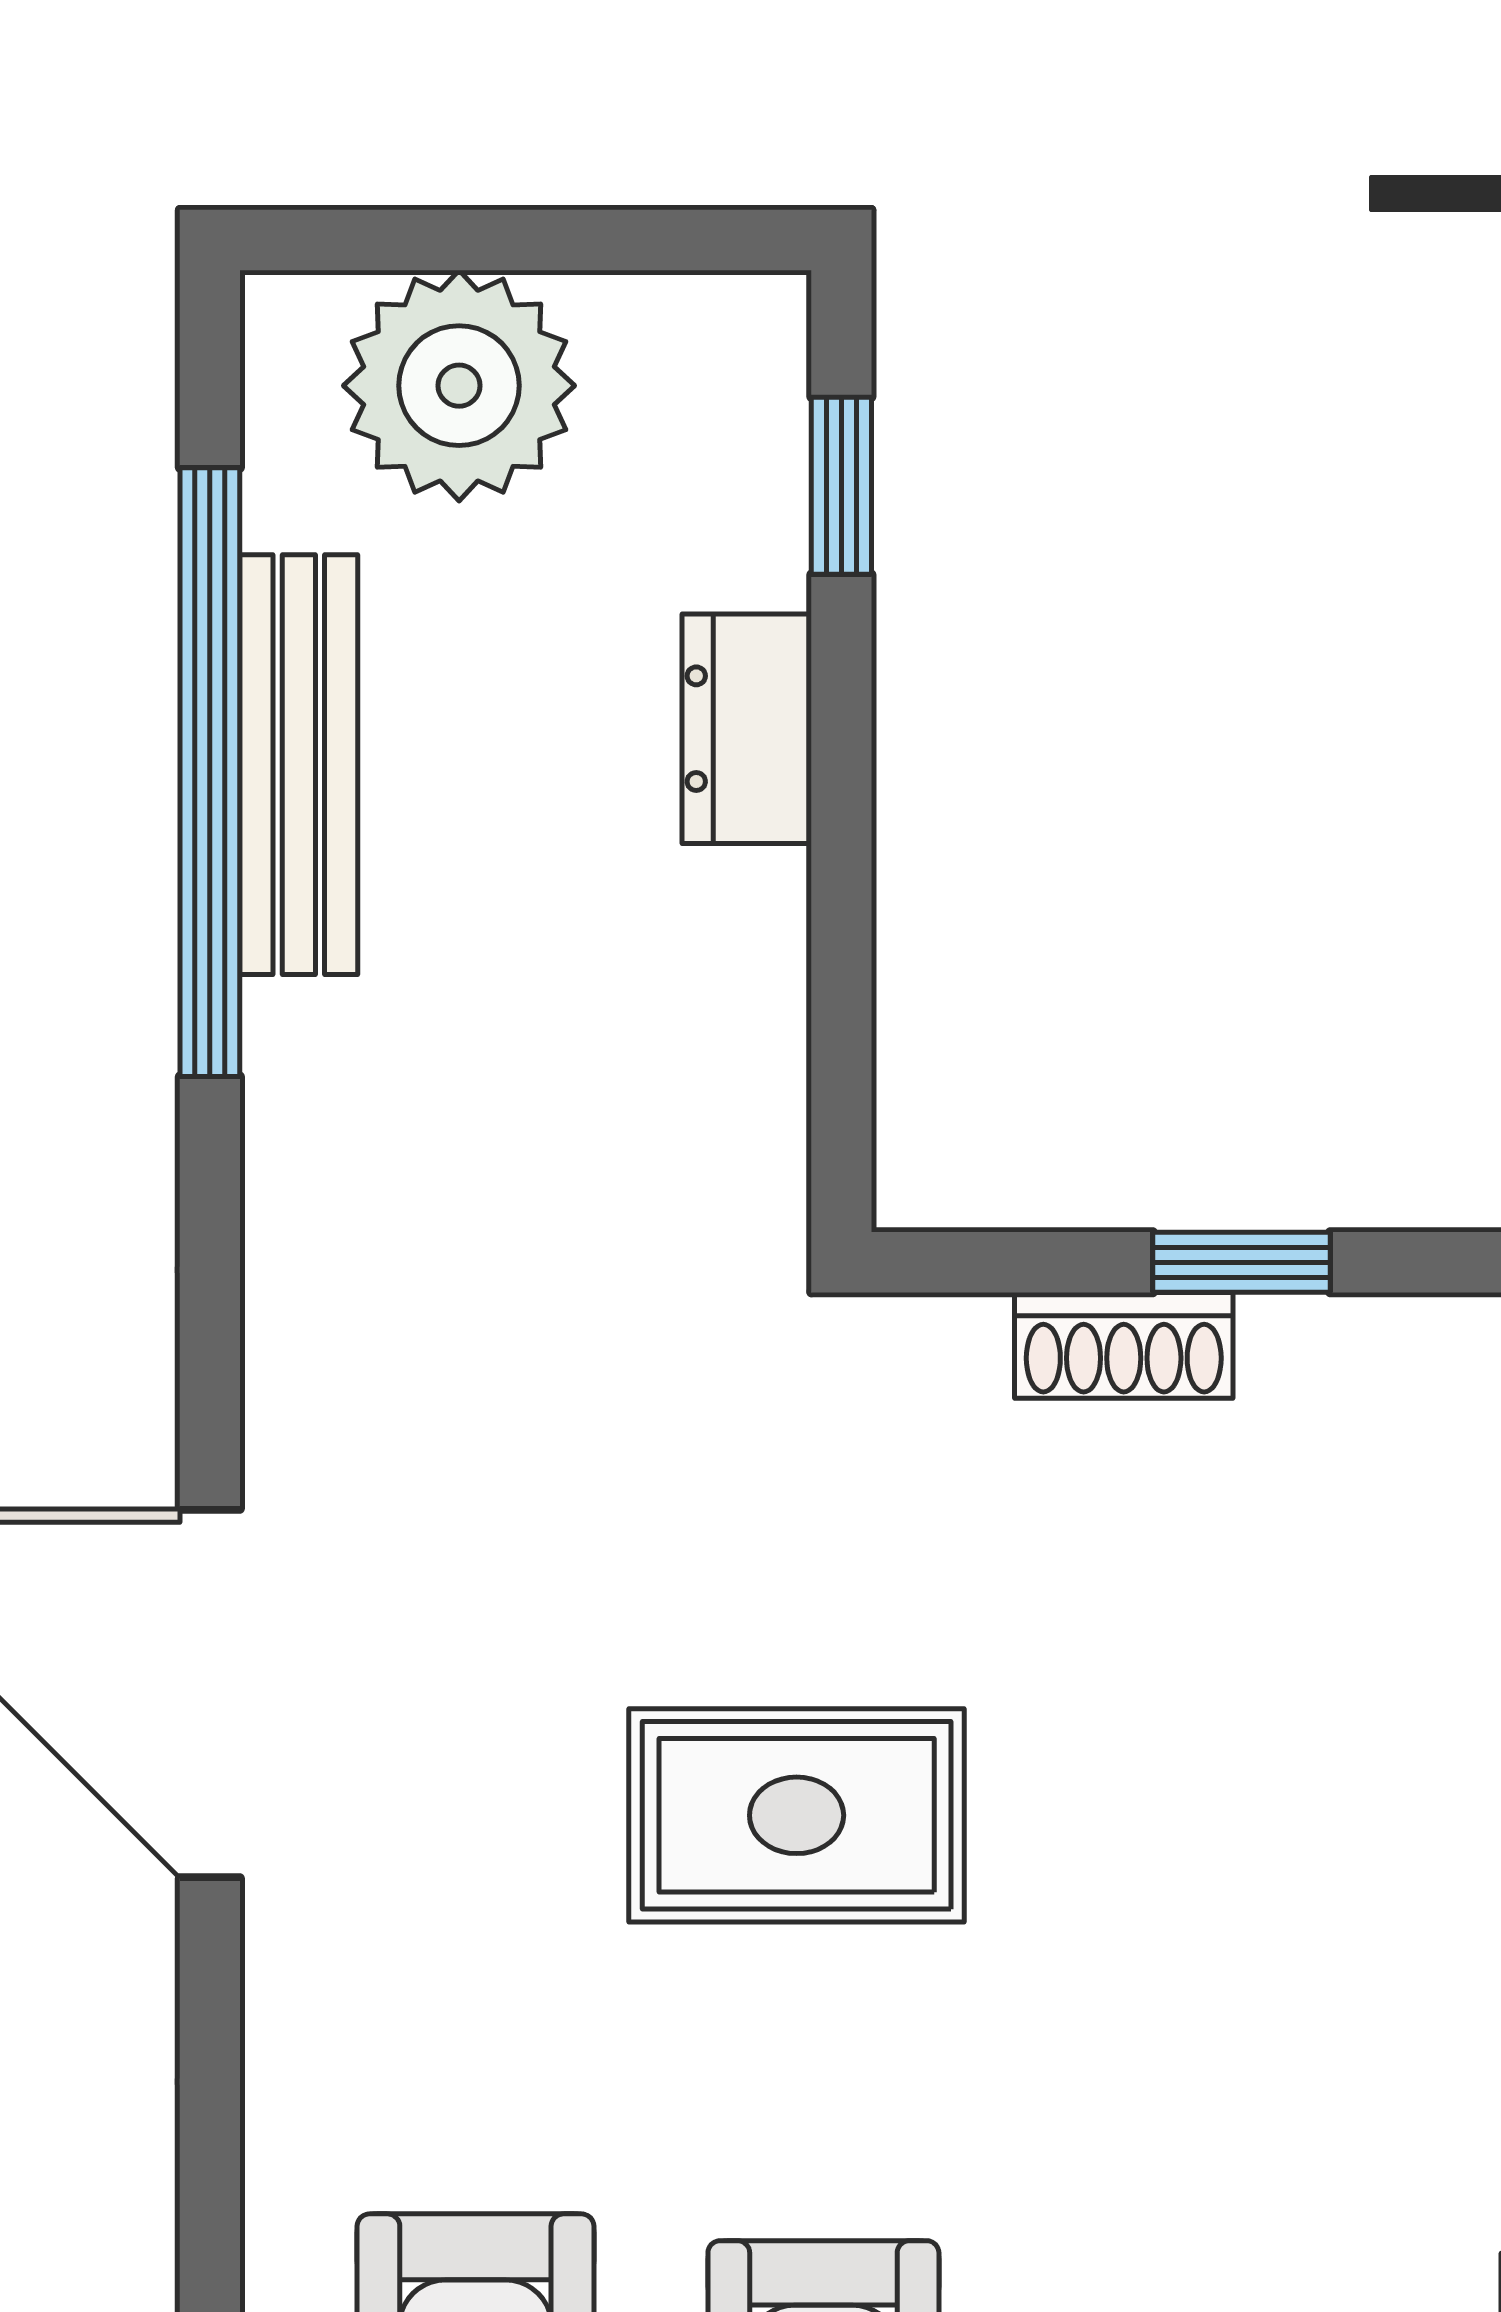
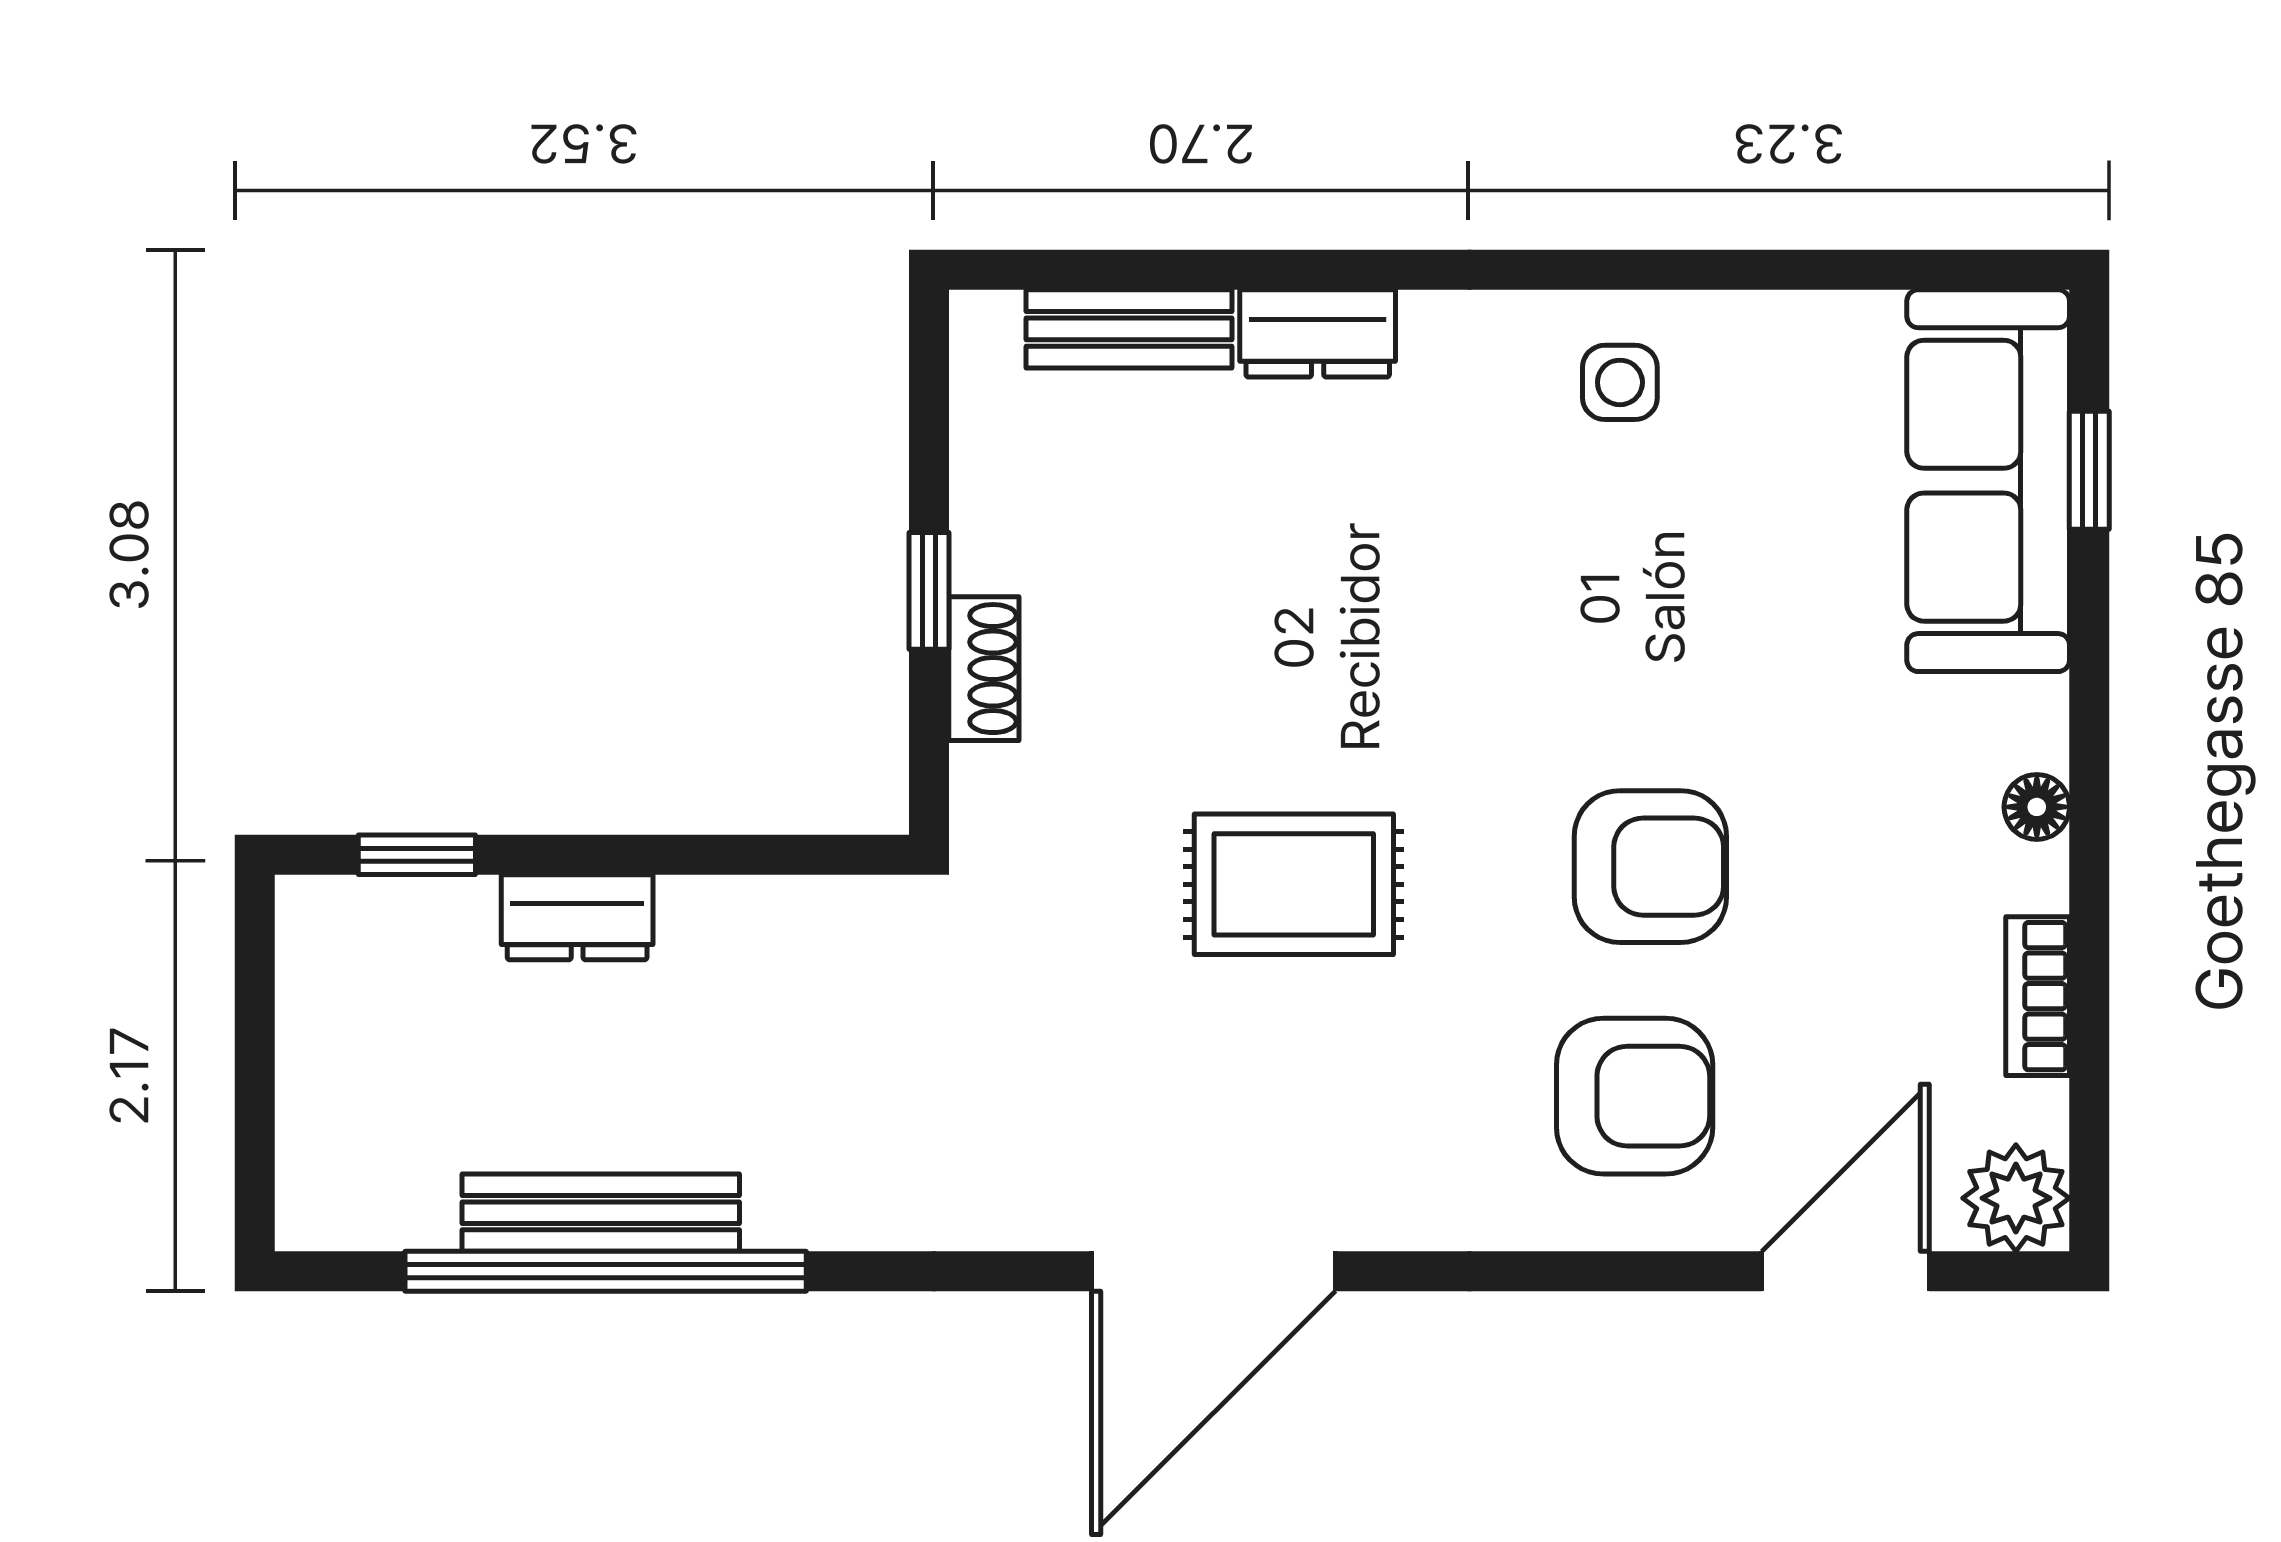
plant: (459, 386) -> (351, 1107), removed
rug: (797, 1815) -> (1294, 884), turned 90

